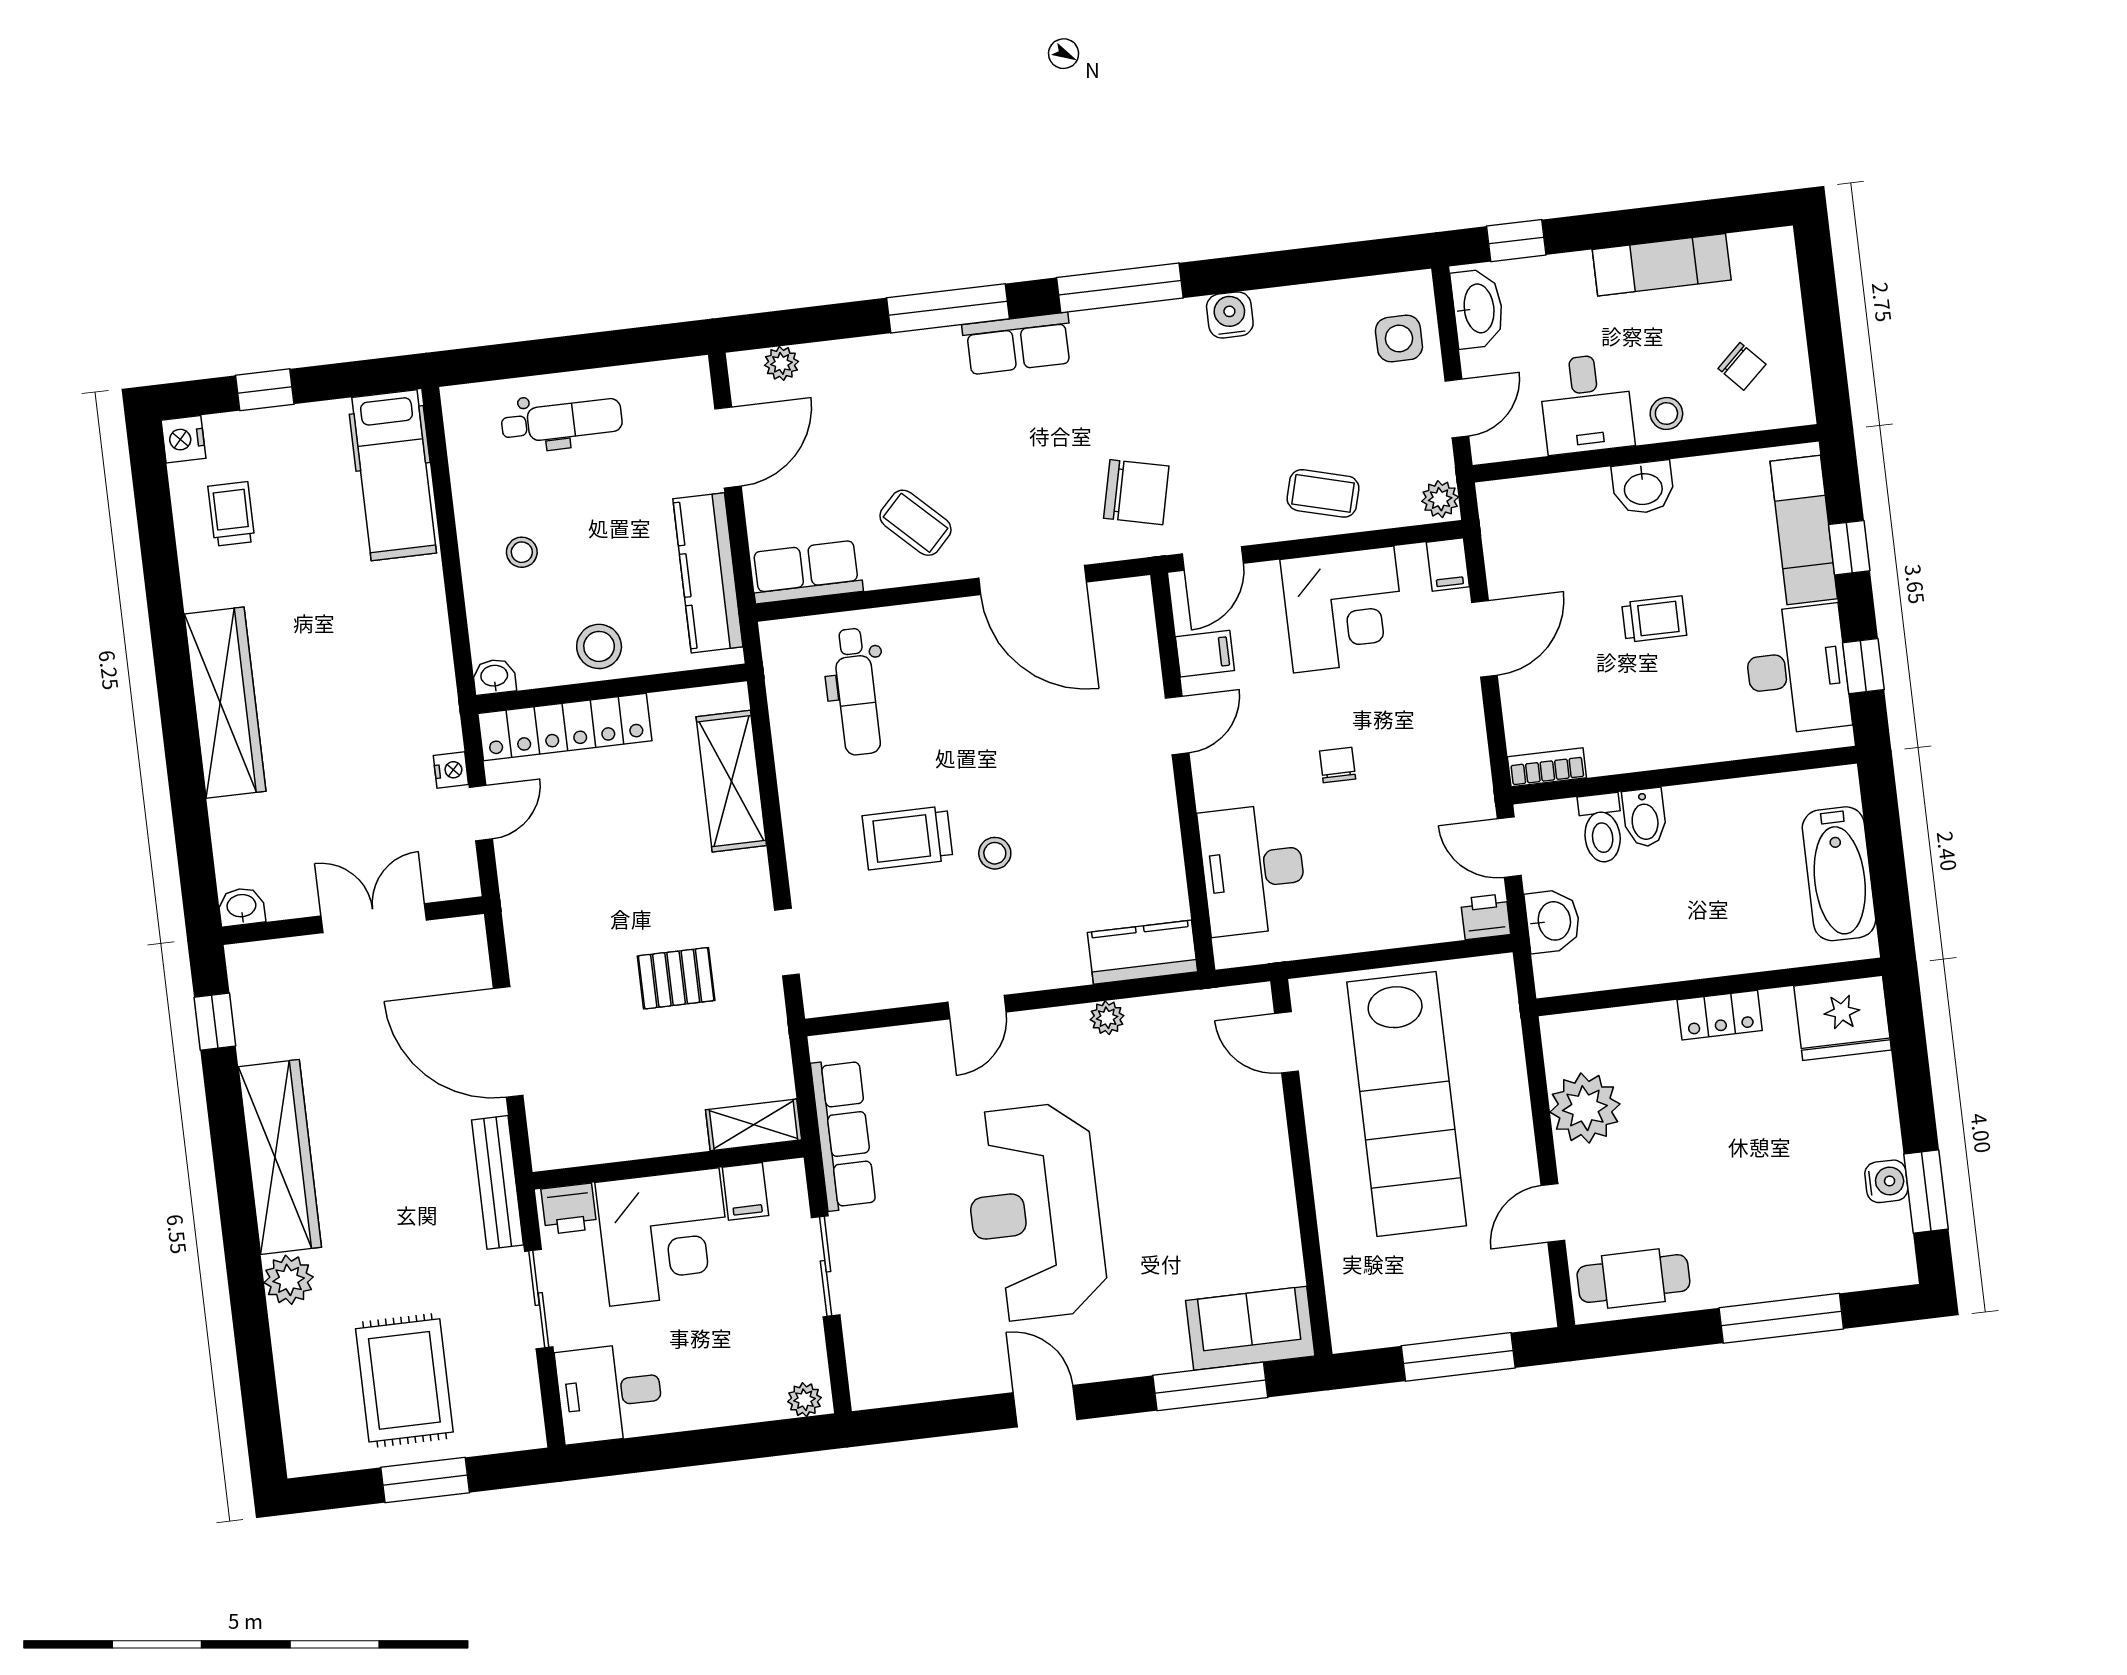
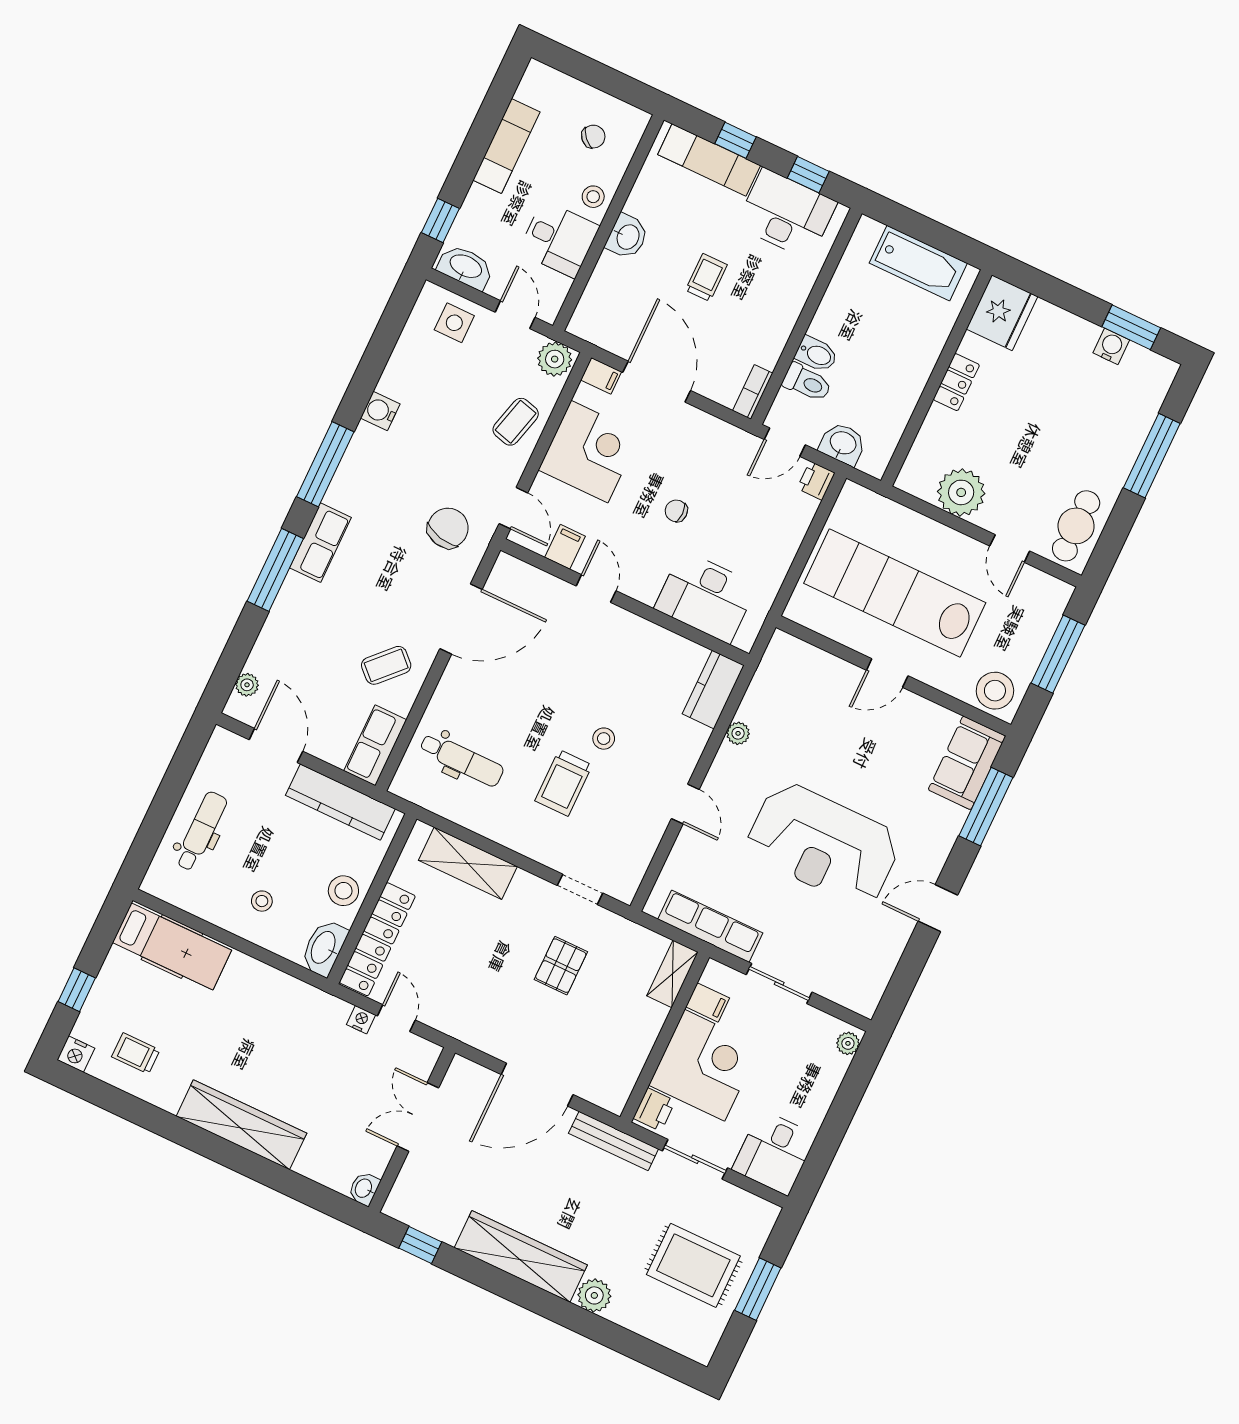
plant: (1440, 499) -> (555, 359), width x1.38, depth x1.38
door: (1484, 639) -> (657, 382), width x1.36
washbasin: (494, 677) -> (324, 948), width x1.91, depth x1.45
door: (1286, 1042) -> (887, 673), moved
lab bench: (1407, 1104) -> (895, 593), turned 180
stool: (1363, 1306) -> (995, 691), added

